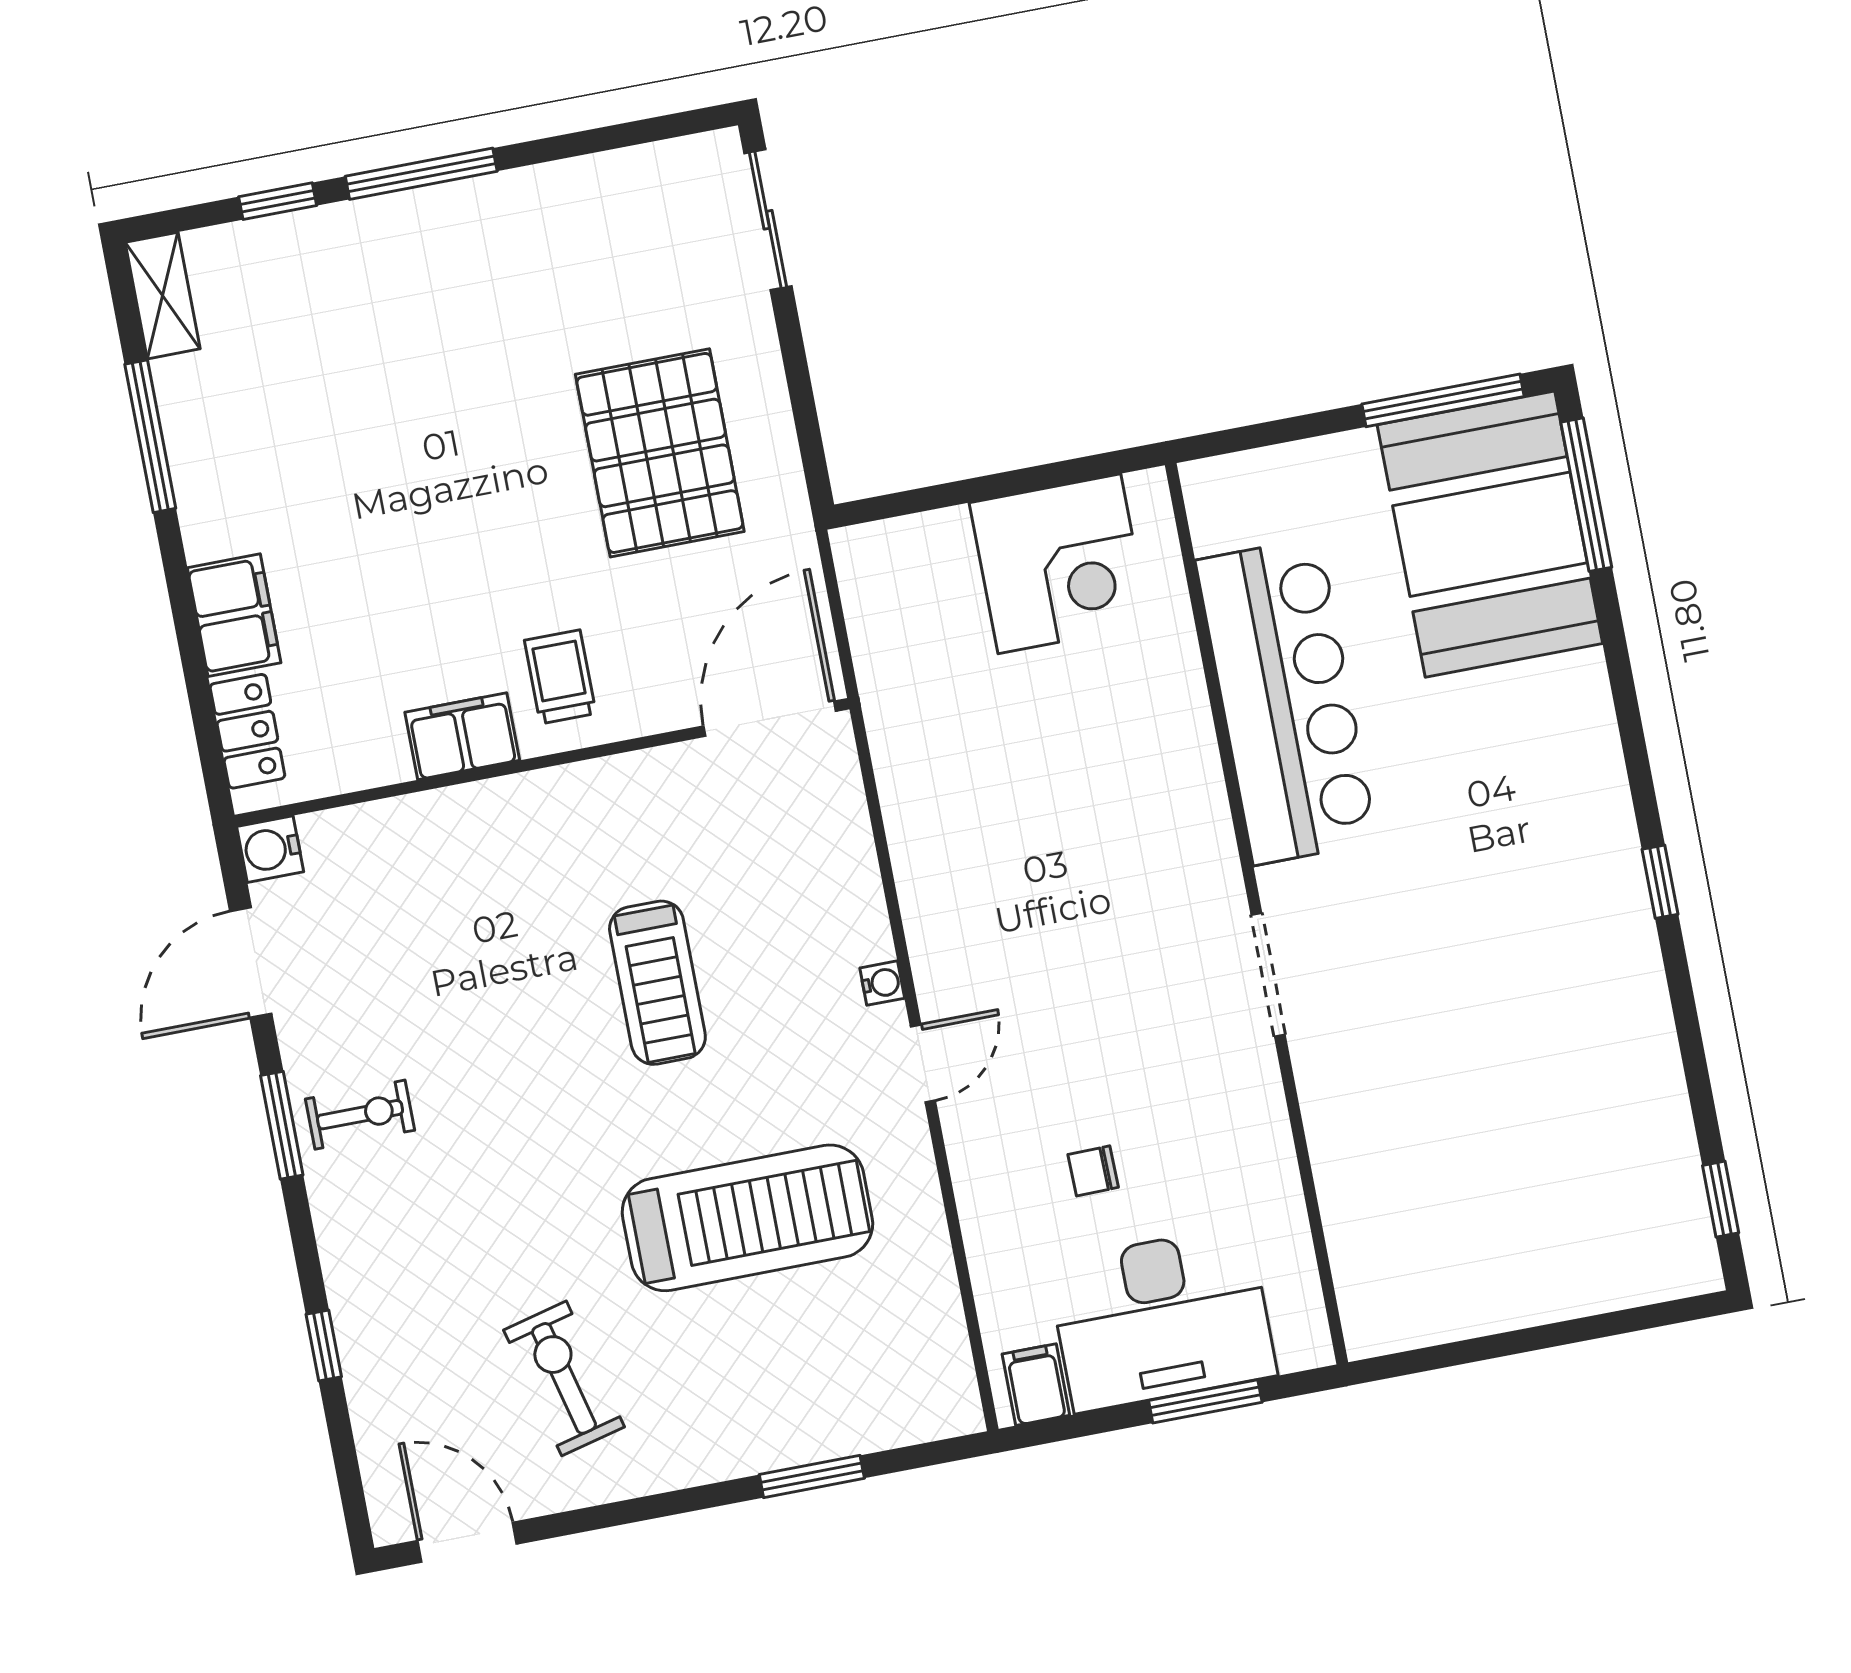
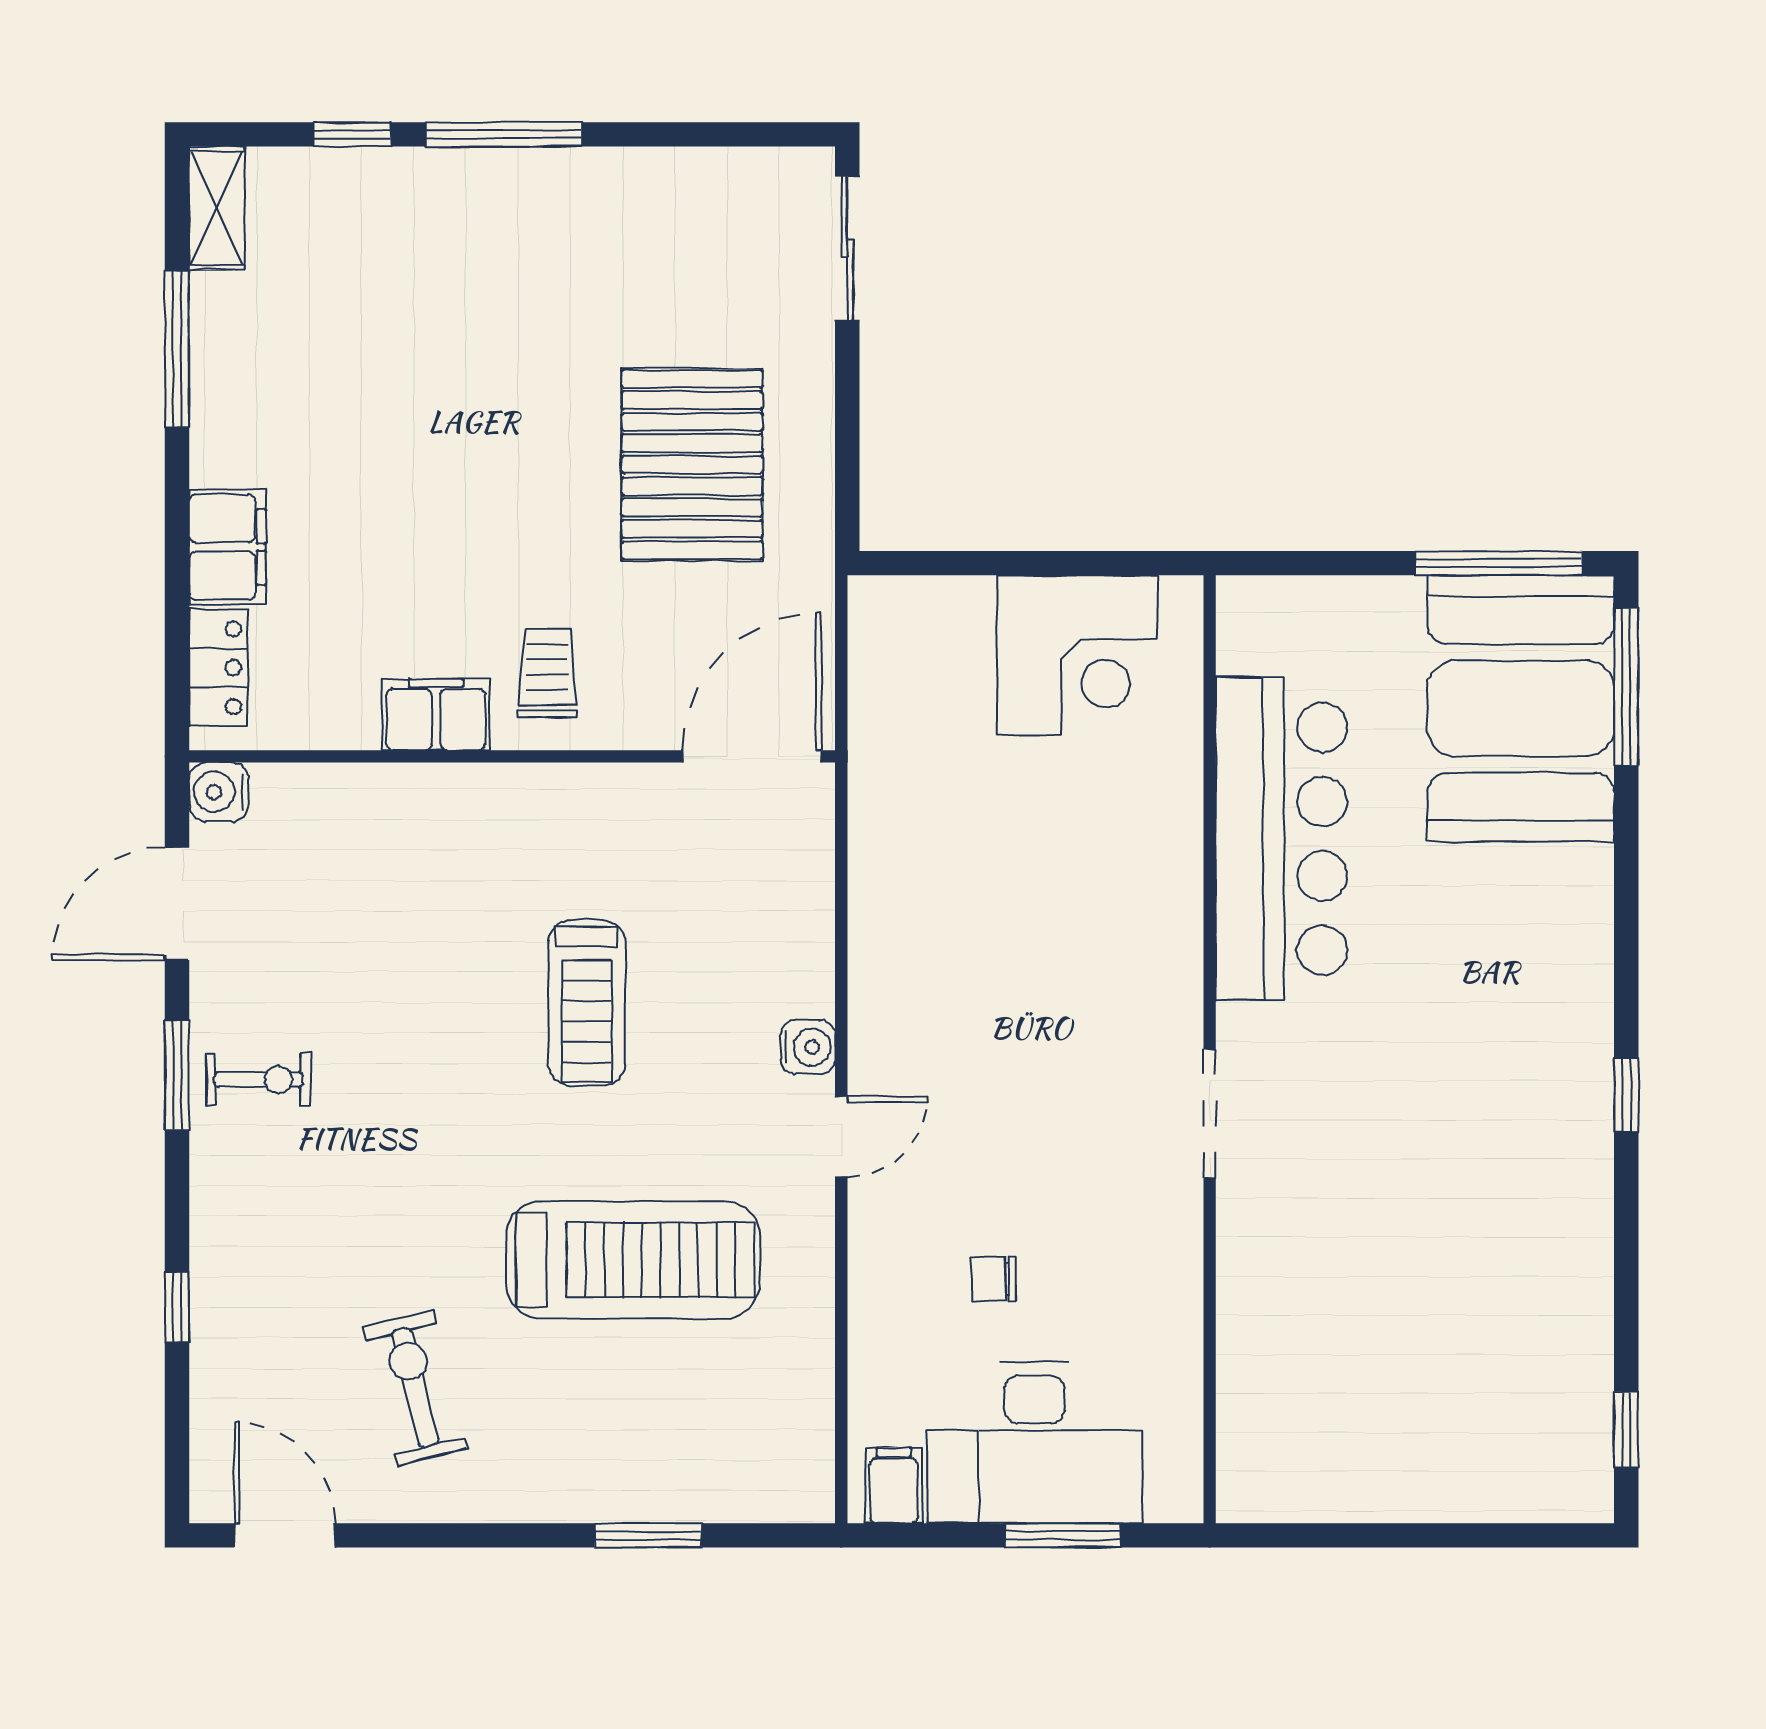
water cooler: (882, 983) -> (808, 1047), width x1.38, depth x1.38

